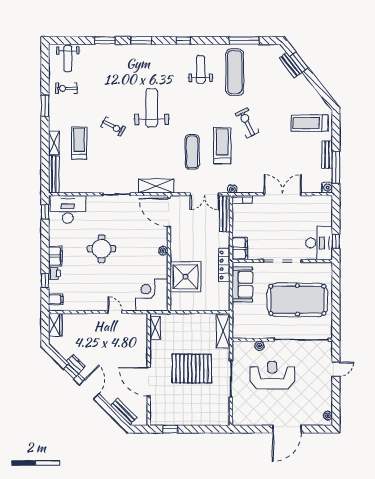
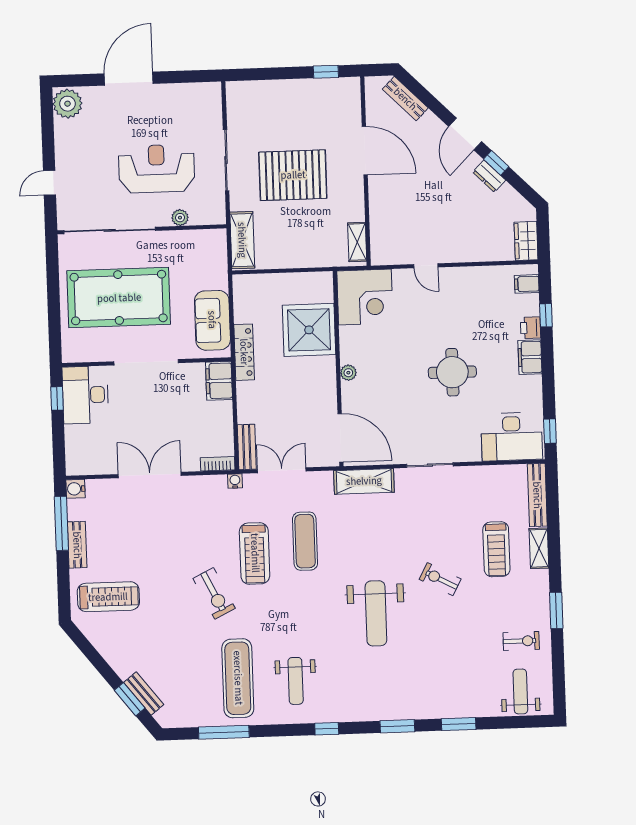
double door: (283, 194) -> (150, 475), swing flipped
bench: (225, 214) -> (247, 447), width x0.73
reception desk: (272, 375) -> (157, 169), turned 180
plant: (328, 416) -> (68, 104), width x1.88, depth x1.88

